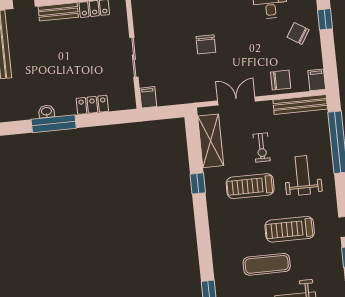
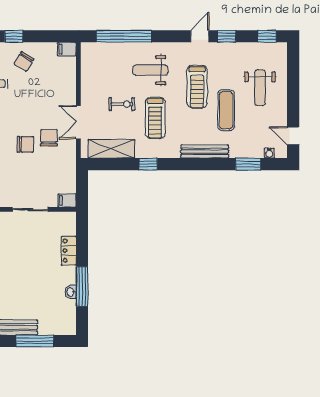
chair: (281, 80) -> (49, 138), moved
bench: (300, 104) -> (205, 151), moved, turned 90

